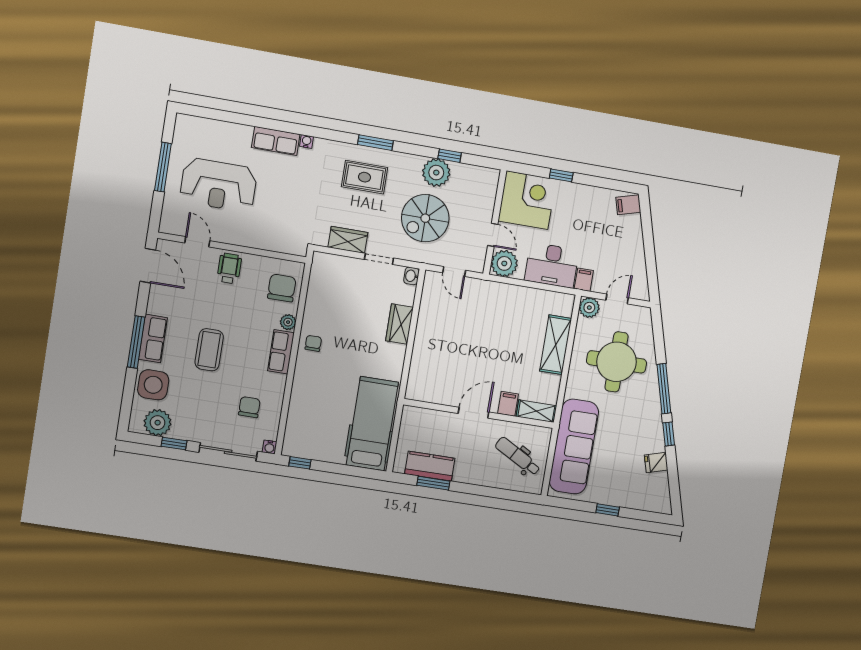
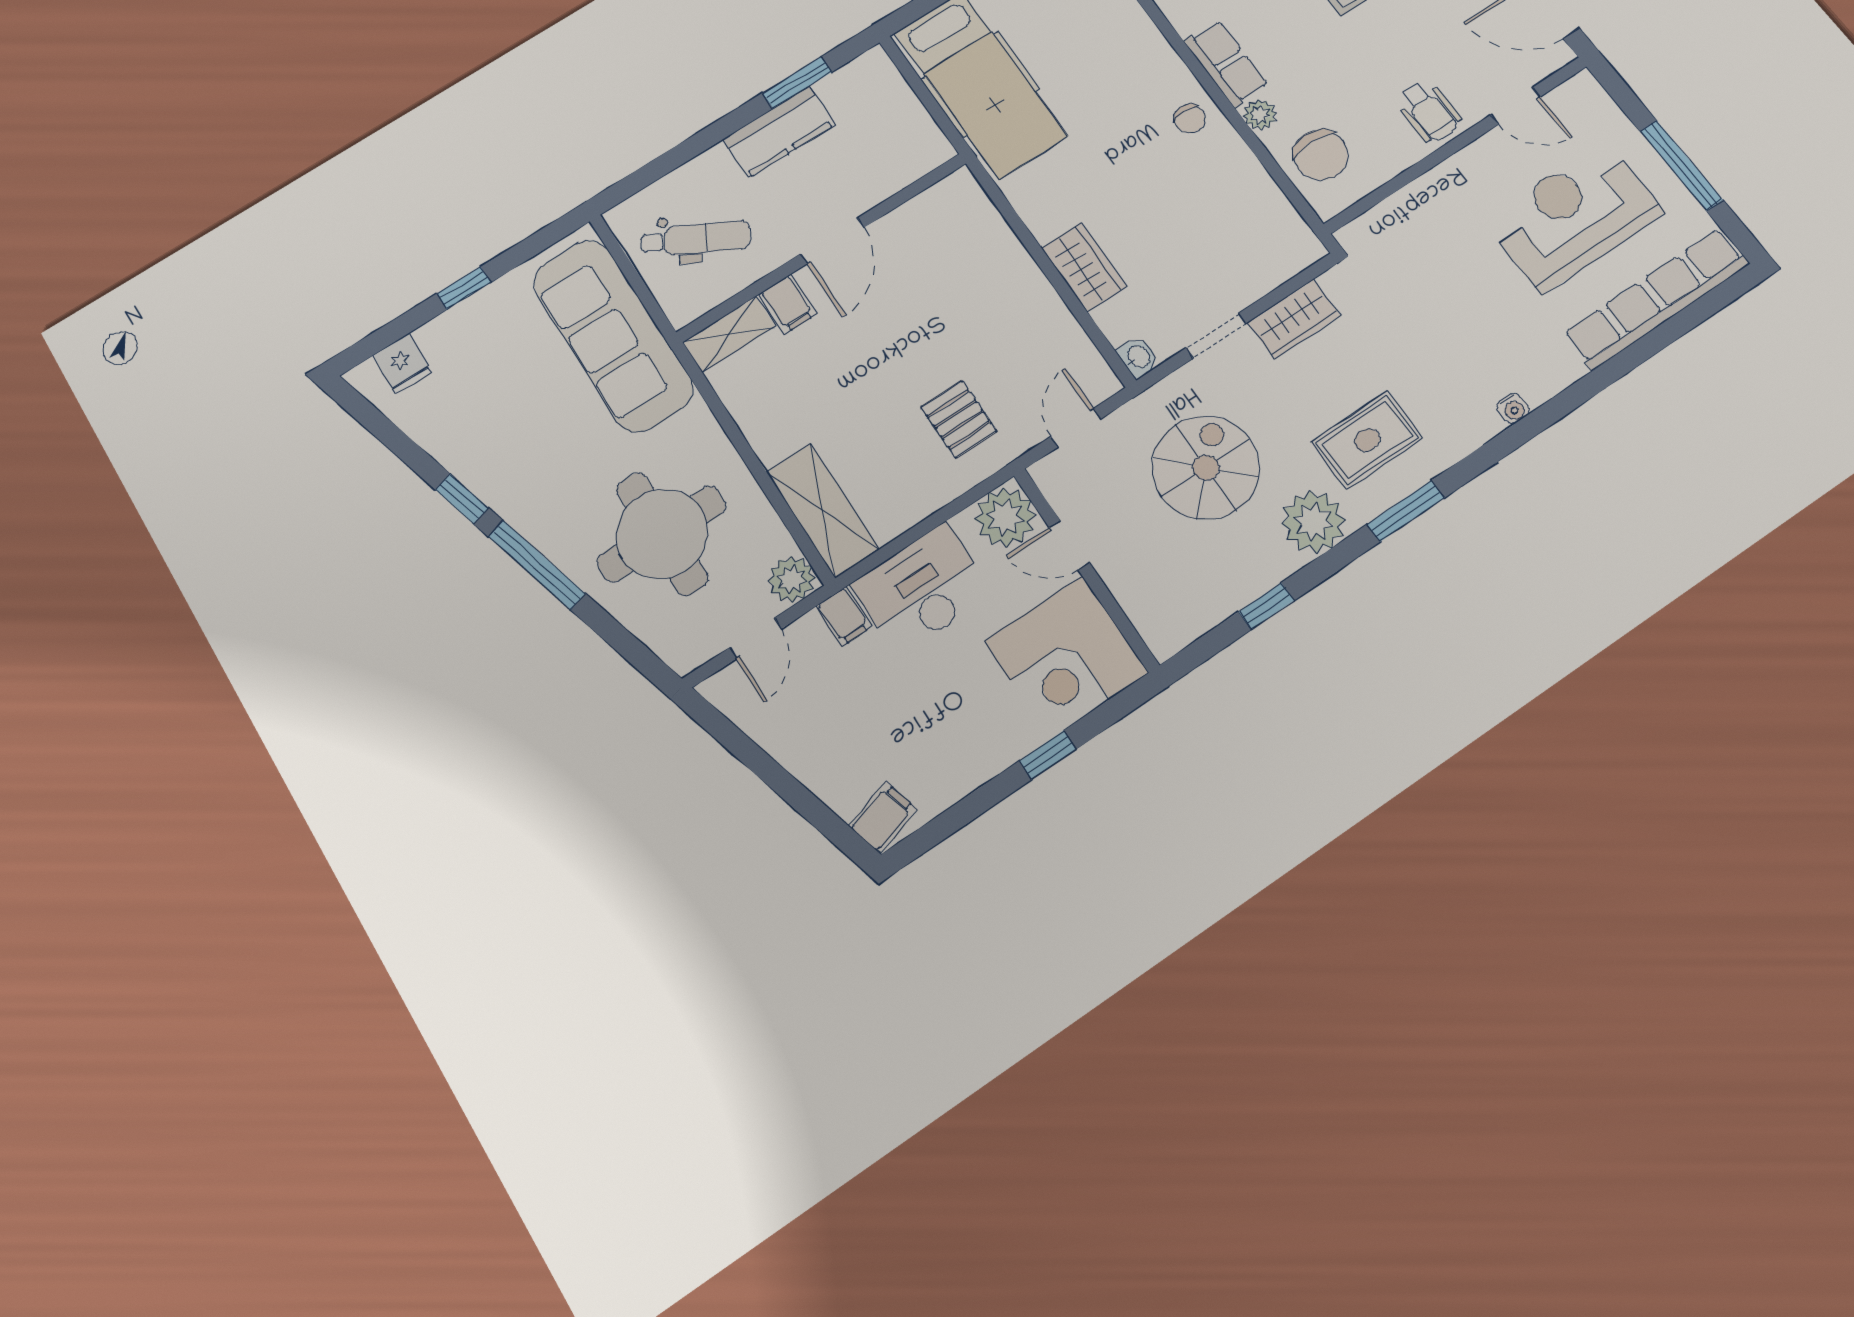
row of seats: (276, 141) -> (1656, 299), moved, width x2.02
plant: (436, 173) -> (1313, 522), moved
door: (454, 272) -> (1076, 428), hinge flipped
pallet: (489, 310) -> (959, 419), added
shelving: (556, 345) -> (823, 510), moved
fridge: (656, 462) -> (402, 364), moved, turned 106
kitchen counter: (430, 466) -> (779, 132), moved

